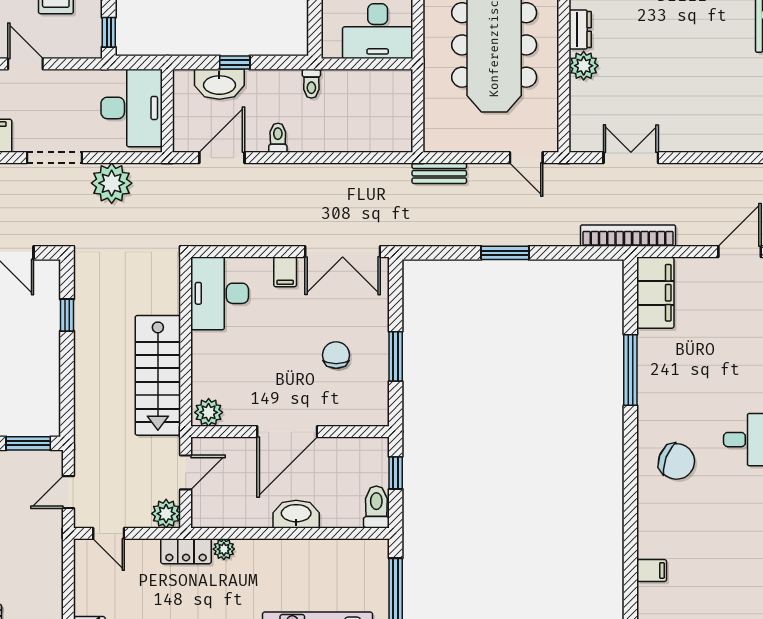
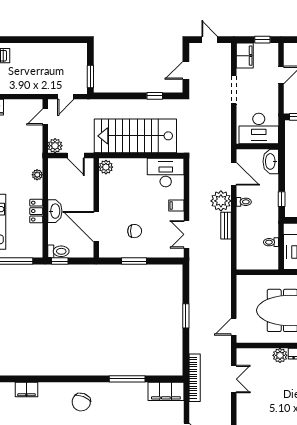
window: (235, 63) -> (282, 199), moved
washbasin: (219, 84) -> (271, 161), moved
toilet: (311, 84) -> (271, 242), moved
bench: (439, 173) -> (226, 226), moved
plant: (112, 183) -> (221, 201), moved
double door: (343, 252) -> (187, 234), width x0.73
stairs: (158, 375) -> (135, 136), width x1.36, depth x1.51
door: (287, 432) -> (96, 227), moved
window: (396, 473) -> (60, 261), moved
door: (68, 492) -> (66, 97), swing flipped
locker: (186, 551) -> (36, 211), moved
filing cabinet: (652, 570) -> (26, 390), width x2.00

